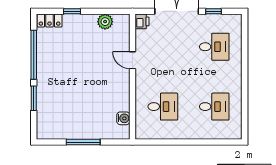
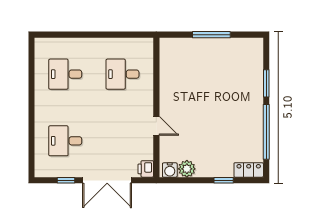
water cooler: (123, 118) -> (170, 170), moved, turned -90

